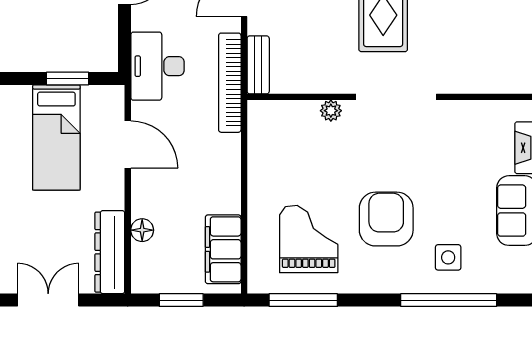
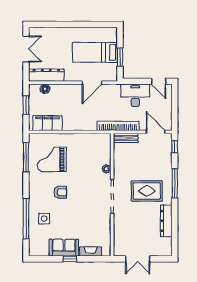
desk: (157, 66) -> (135, 95), moved
armchair: (386, 219) -> (60, 192), width x0.53, depth x0.53
floor lamp: (142, 230) -> (45, 89), moved
grand piano: (309, 239) -> (52, 159), turned 180

